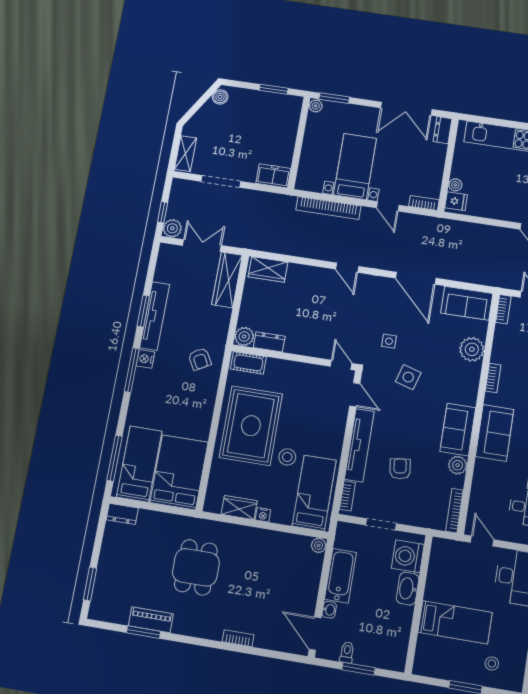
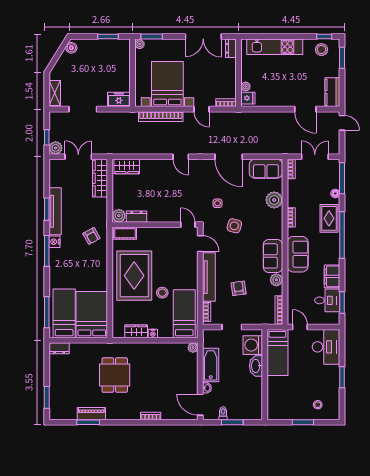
bed with nightstands: (355, 167) -> (167, 84), width x1.36
bed: (455, 622) -> (277, 352), moved, turned 90

